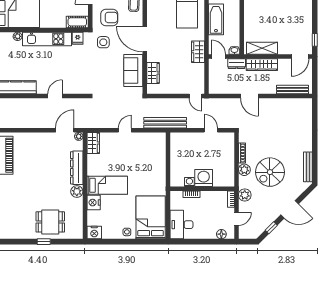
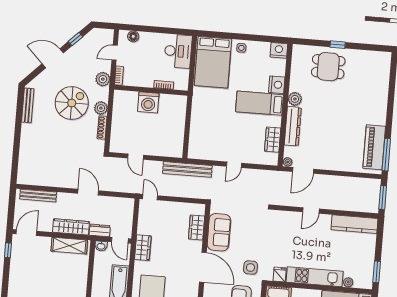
wardrobe: (93, 143) -> (273, 140), moved
washing machine: (189, 182) -> (165, 99), removed

